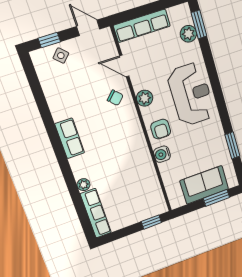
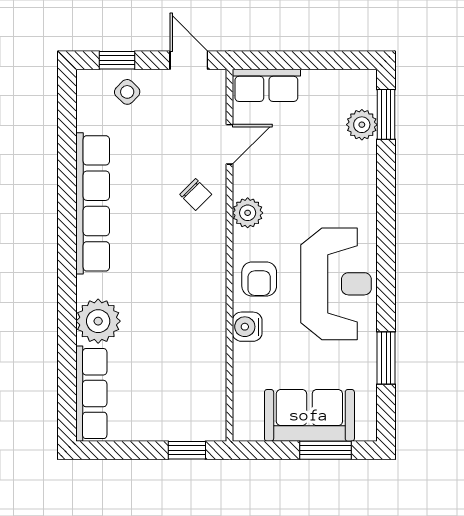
row of seats: (142, 26) -> (266, 85), width x0.68
door: (124, 66) -> (229, 144), swing flipped
reception desk: (191, 94) -> (336, 284), moved
row of seats: (70, 138) -> (93, 203), width x2.02
plant: (83, 185) -> (98, 321), width x1.87, depth x1.87

